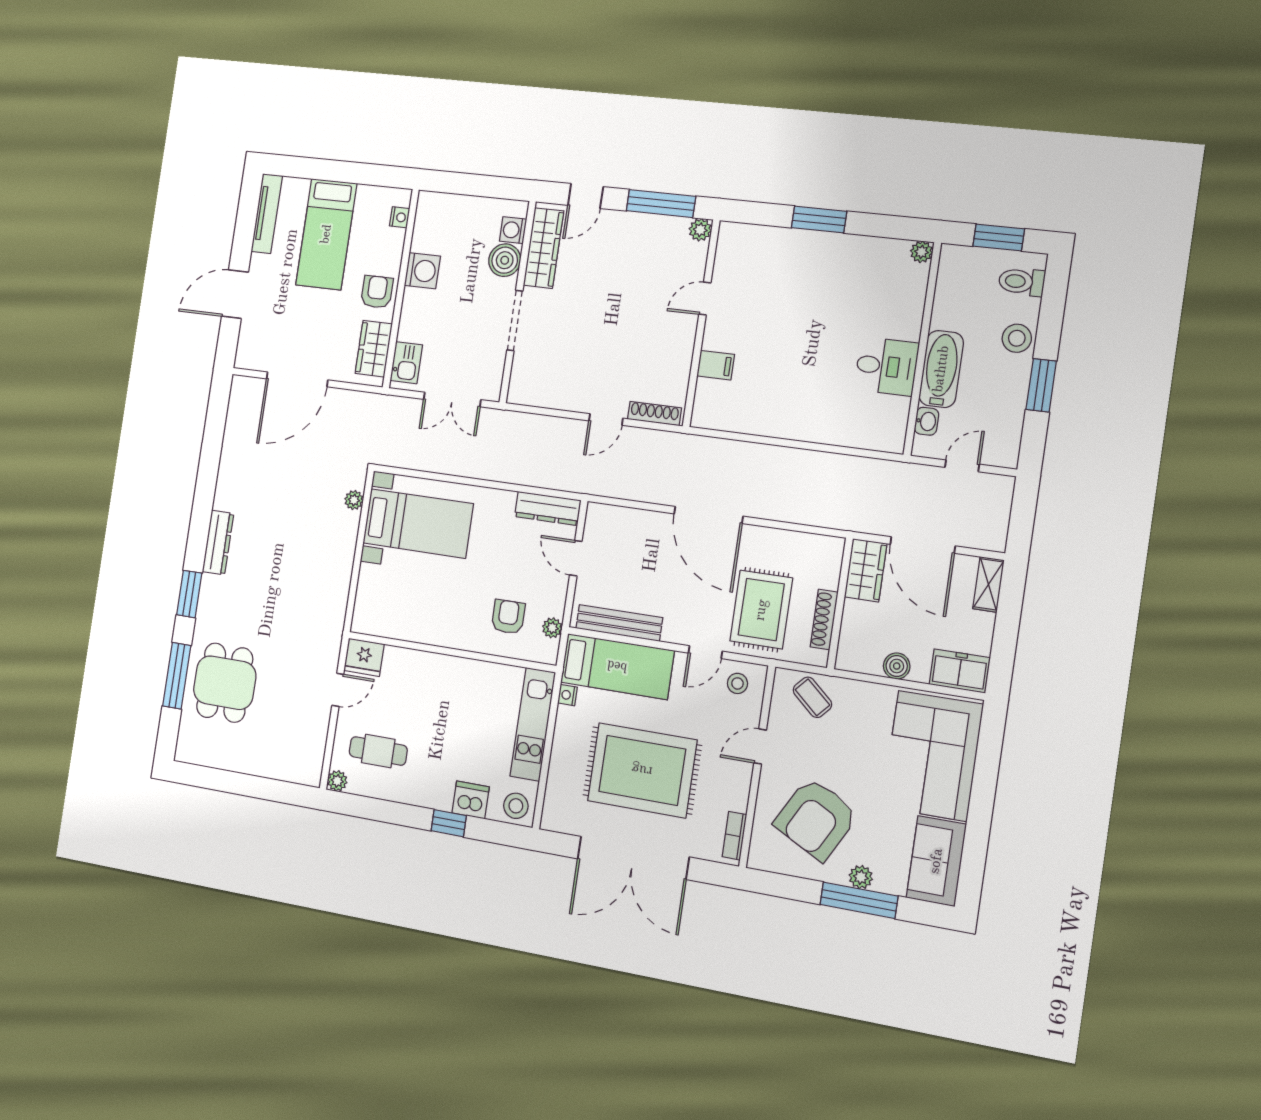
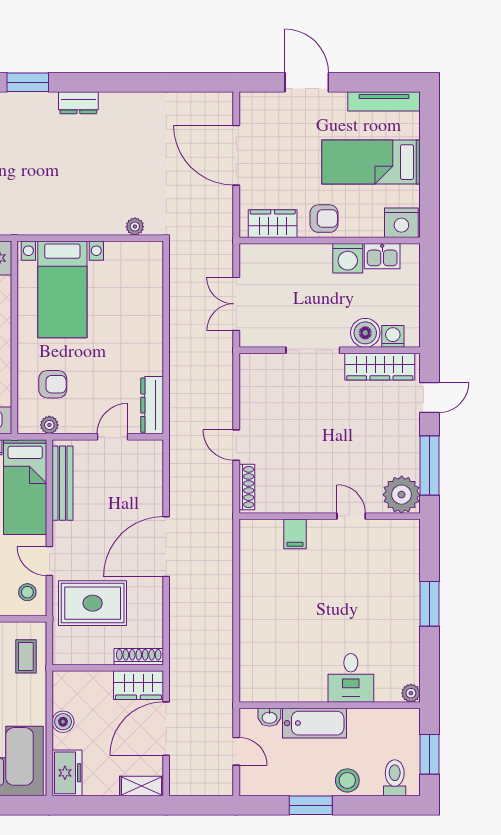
door: (586, 196) -> (430, 397), swing flipped
nightstand: (400, 217) -> (401, 223), width x1.89, depth x1.79
plant: (700, 230) -> (402, 495), width x1.88, depth x1.88
kitchen sink: (406, 363) -> (382, 256), moved
desk: (886, 366) -> (351, 678), moved
bed with nightstands: (418, 523) -> (62, 289), moved
dresser: (218, 543) -> (78, 103), width x0.70
shoe rack: (824, 619) -> (139, 657), moved
coffee table: (812, 697) -> (26, 656), turned -42

